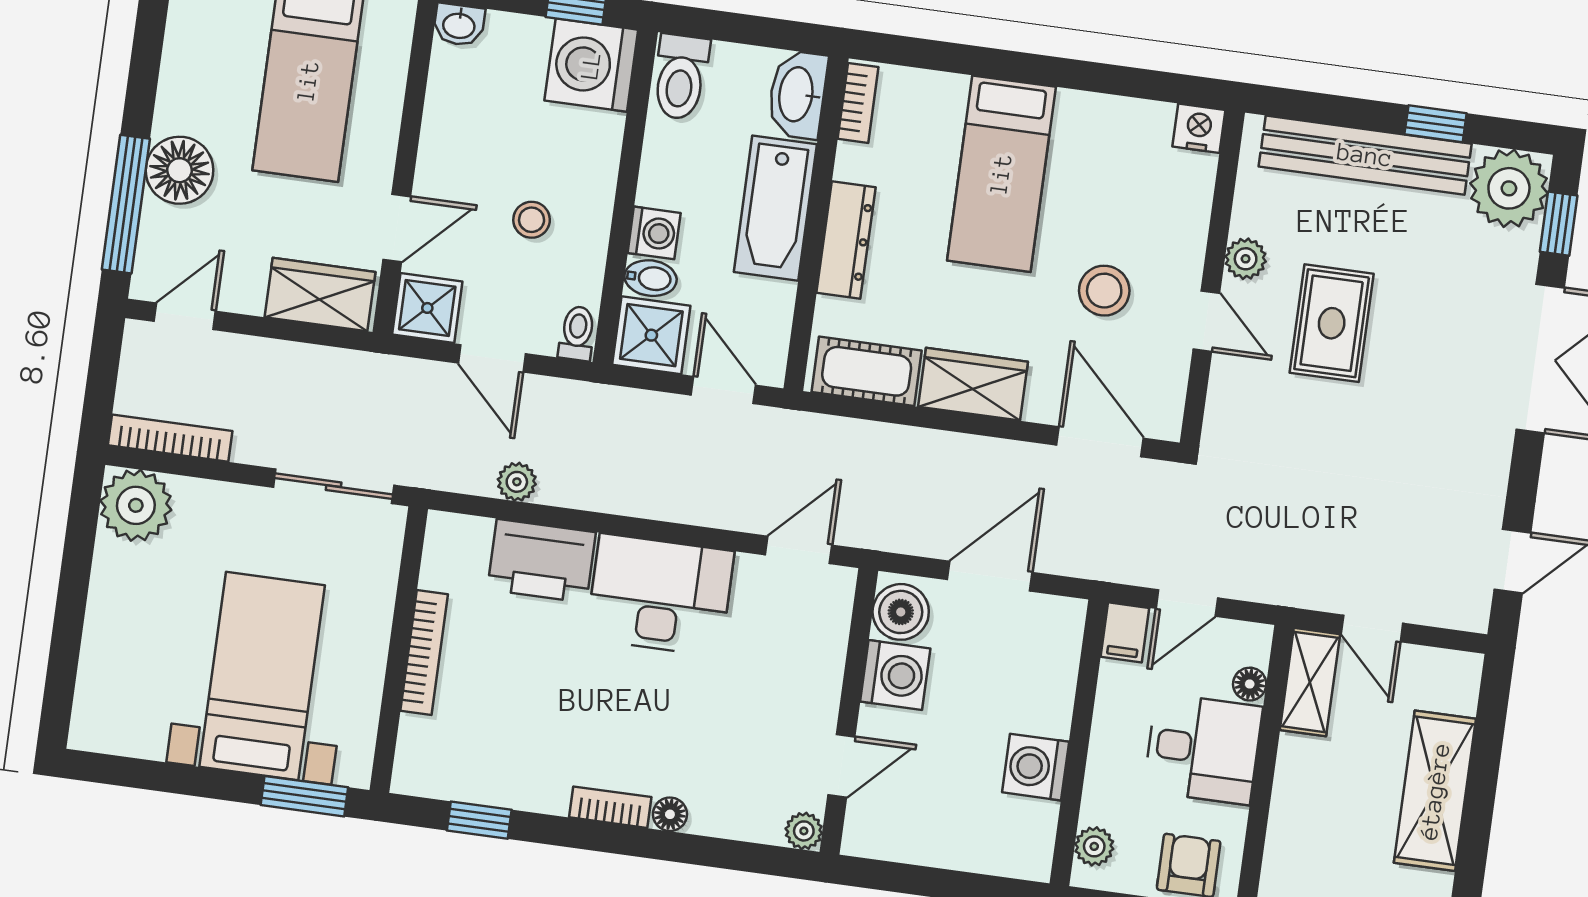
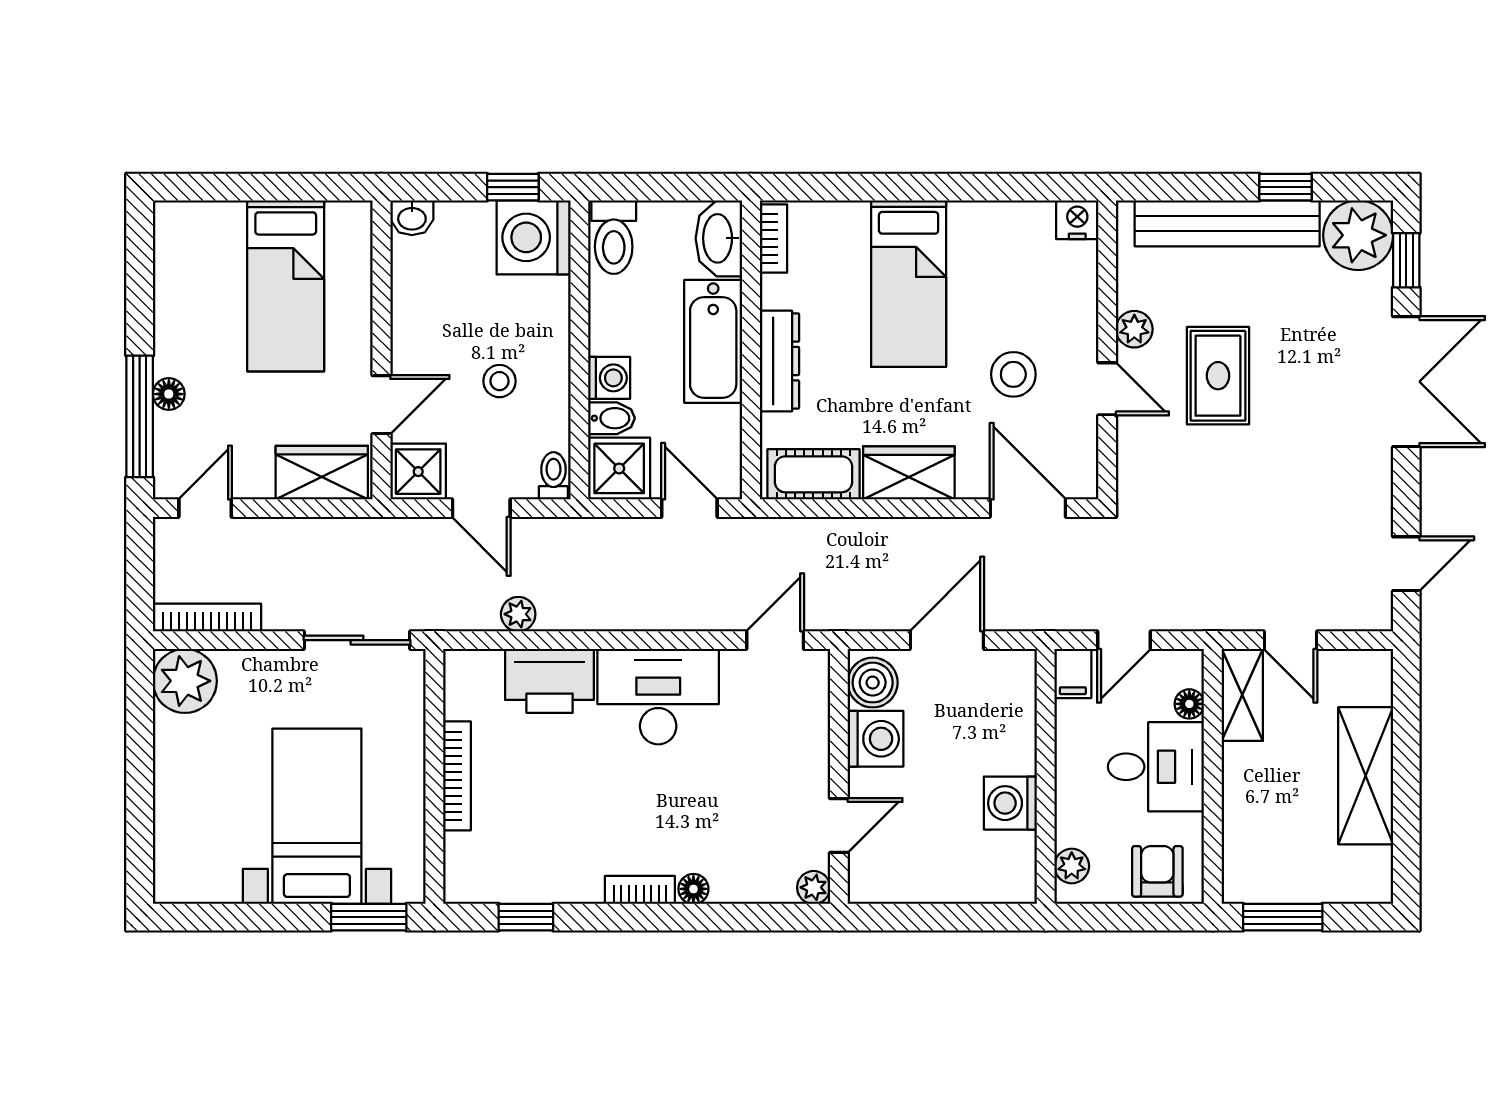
floor lamp: (179, 170) -> (169, 394), width x0.53, depth x0.53

